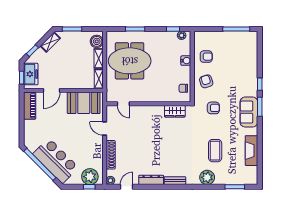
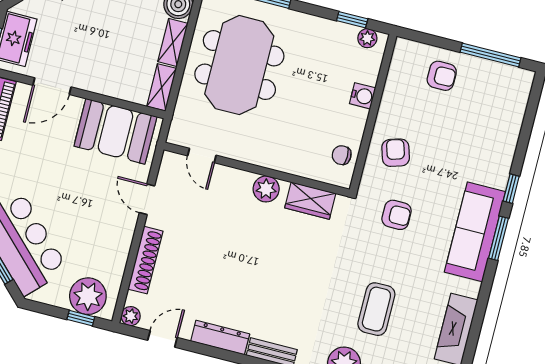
armchair: (206, 57) -> (442, 76), moved
meeting table: (130, 61) -> (239, 65), turned 90
plant: (155, 111) -> (266, 189), added
sofa: (249, 112) -> (475, 232), width x1.36

